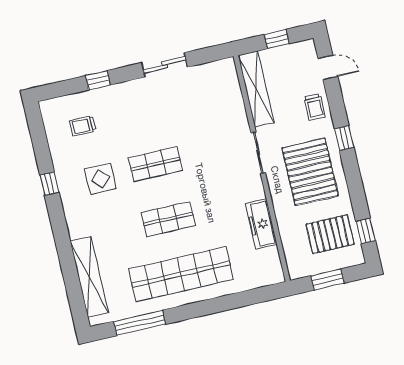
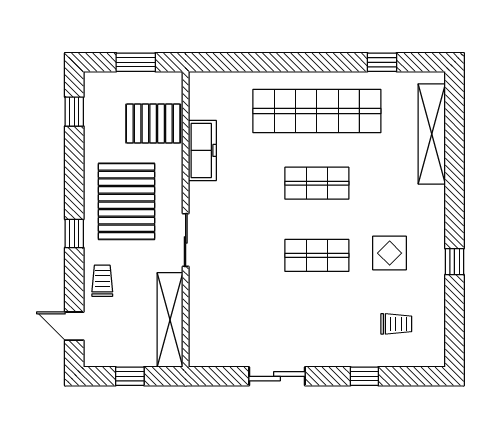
pallet: (330, 234) -> (153, 124), moved
window: (140, 323) -> (382, 62), width x0.46

